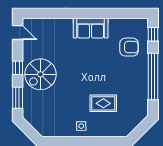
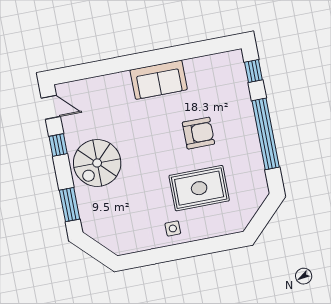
armchair: (129, 47) -> (198, 133), moved
window: (18, 68) -> (58, 145), moved
rug: (103, 103) -> (199, 188), width x1.36, depth x1.43

